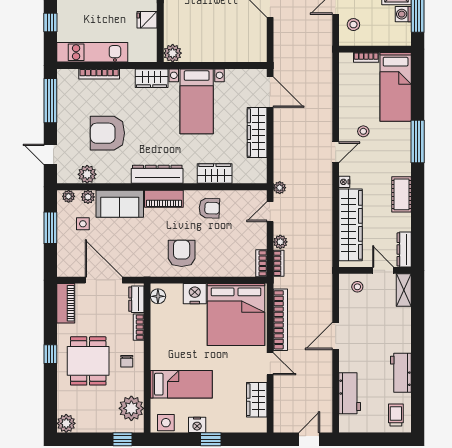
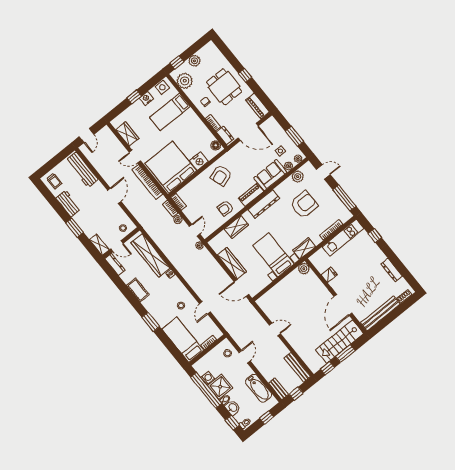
window: (418, 142) -> (151, 322), width x0.69
door: (336, 152) -> (205, 308), moved
armchair: (182, 253) -> (221, 175), turned 72
window: (418, 336) -> (74, 228), added
workbench: (350, 393) -> (82, 170), width x1.38
plant: (66, 423) -> (194, 61), moved

